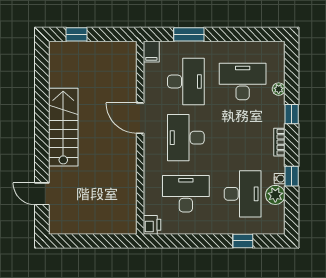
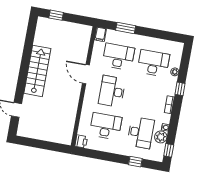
desk: (186, 81) -> (118, 57), turned -90
window: (292, 176) -> (169, 150), moved

